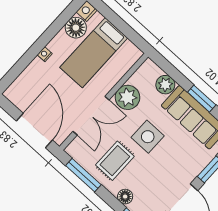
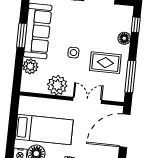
double door: (91, 116) -> (87, 100), width x0.73
side table: (148, 137) -> (73, 53), width x0.54, depth x0.54

